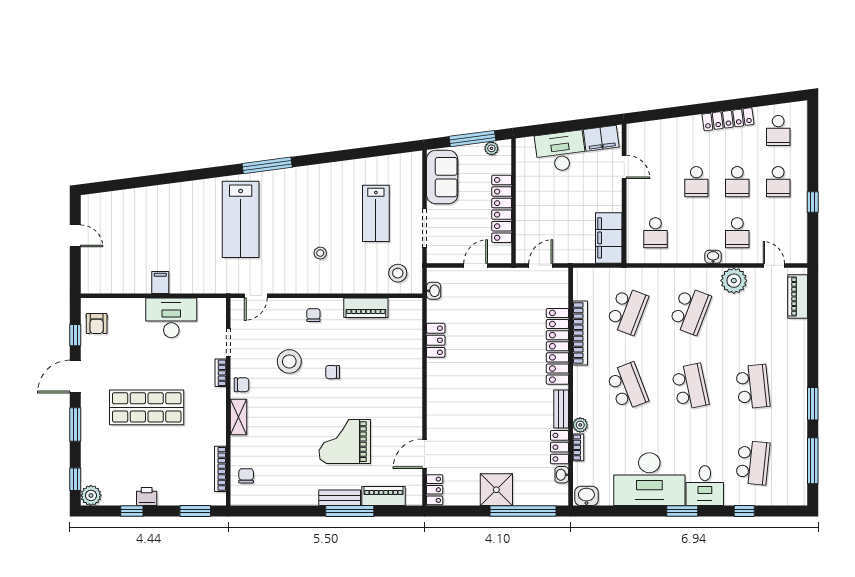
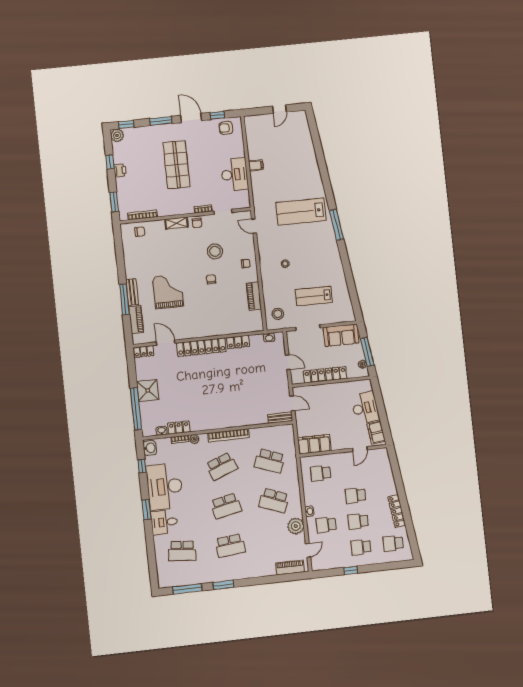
bookcase: (580, 333) -> (229, 435), moved
locker: (557, 346) -> (201, 347), moved, turned 180
bench: (561, 409) -> (280, 418), moved
window: (744, 511) -> (142, 466), moved

